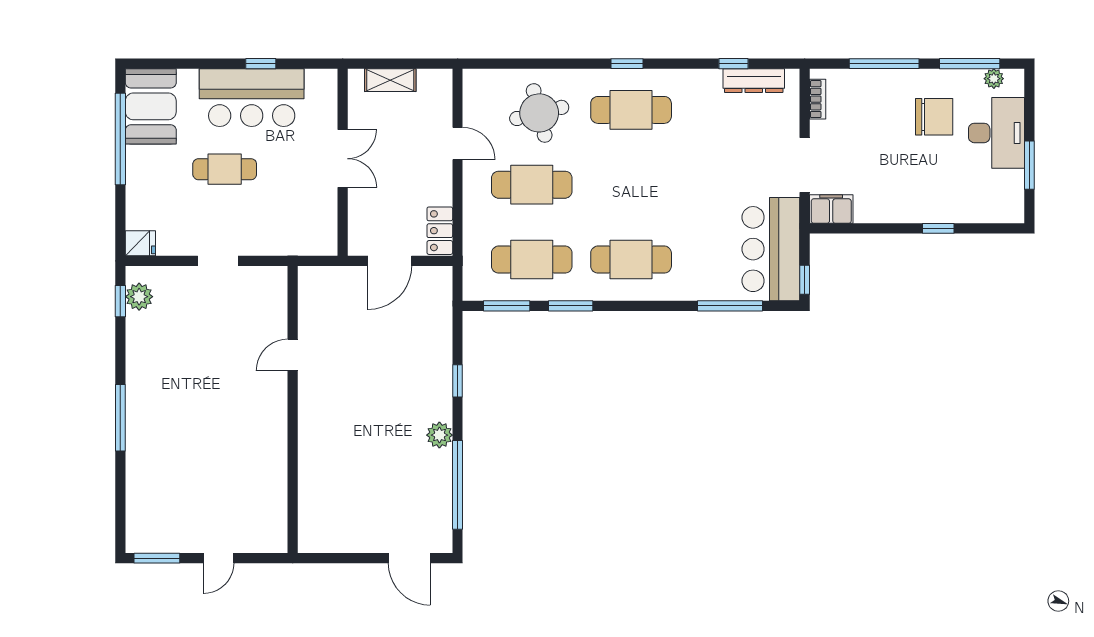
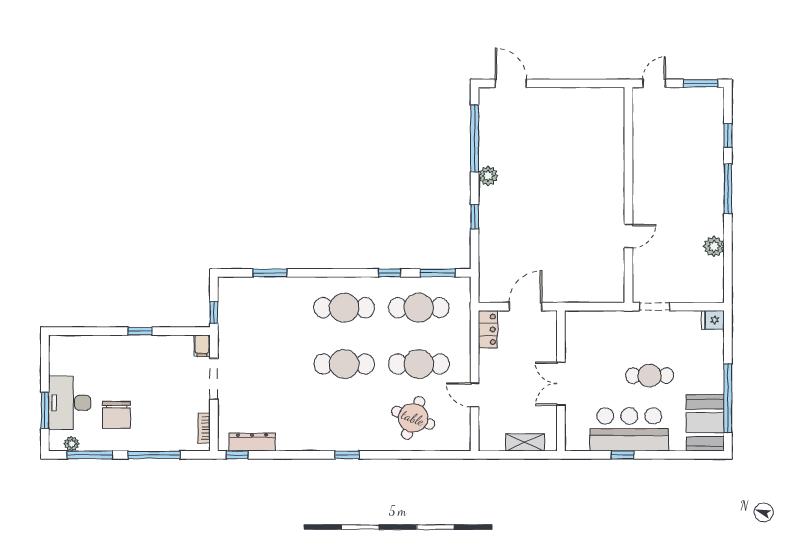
window: (733, 64) -> (237, 455), moved
cafe table: (631, 110) -> (344, 364), moved
round table: (539, 113) -> (413, 418), turned 35
chair: (934, 117) -> (116, 415), turned -90
window: (1029, 165) -> (45, 410), moved
filing cabinet: (831, 209) -> (202, 346), width x0.50
window: (938, 228) -> (140, 331), moved
bar counter: (771, 249) -> (239, 316), removed
window: (805, 280) -> (214, 313), moved
plant: (139, 297) -> (714, 246), moved
window: (120, 301) -> (728, 136), moved
window: (571, 306) -> (390, 273), width x0.67
window: (730, 306) -> (270, 273), width x0.69
door: (293, 355) -> (628, 236), moved
wall: (293, 409) -> (628, 195), moved

